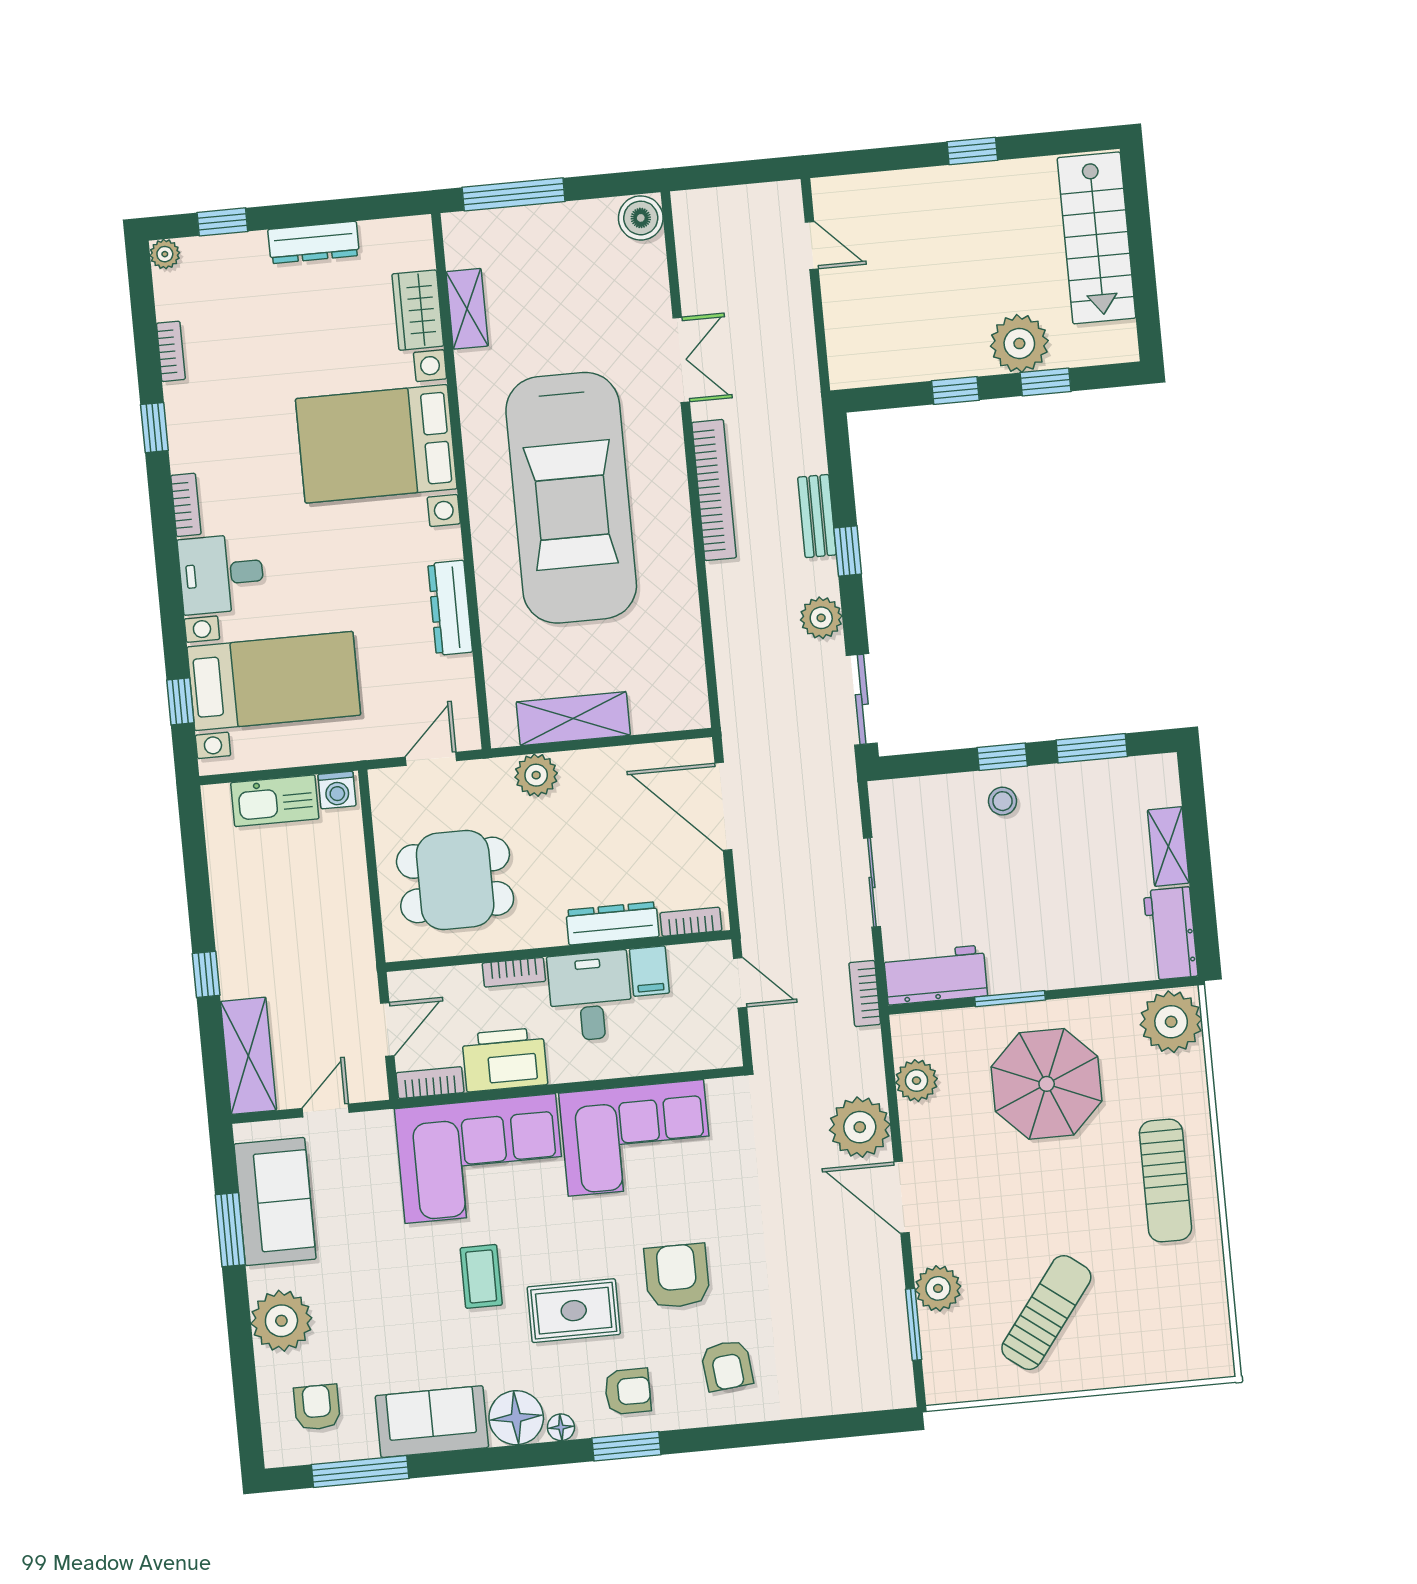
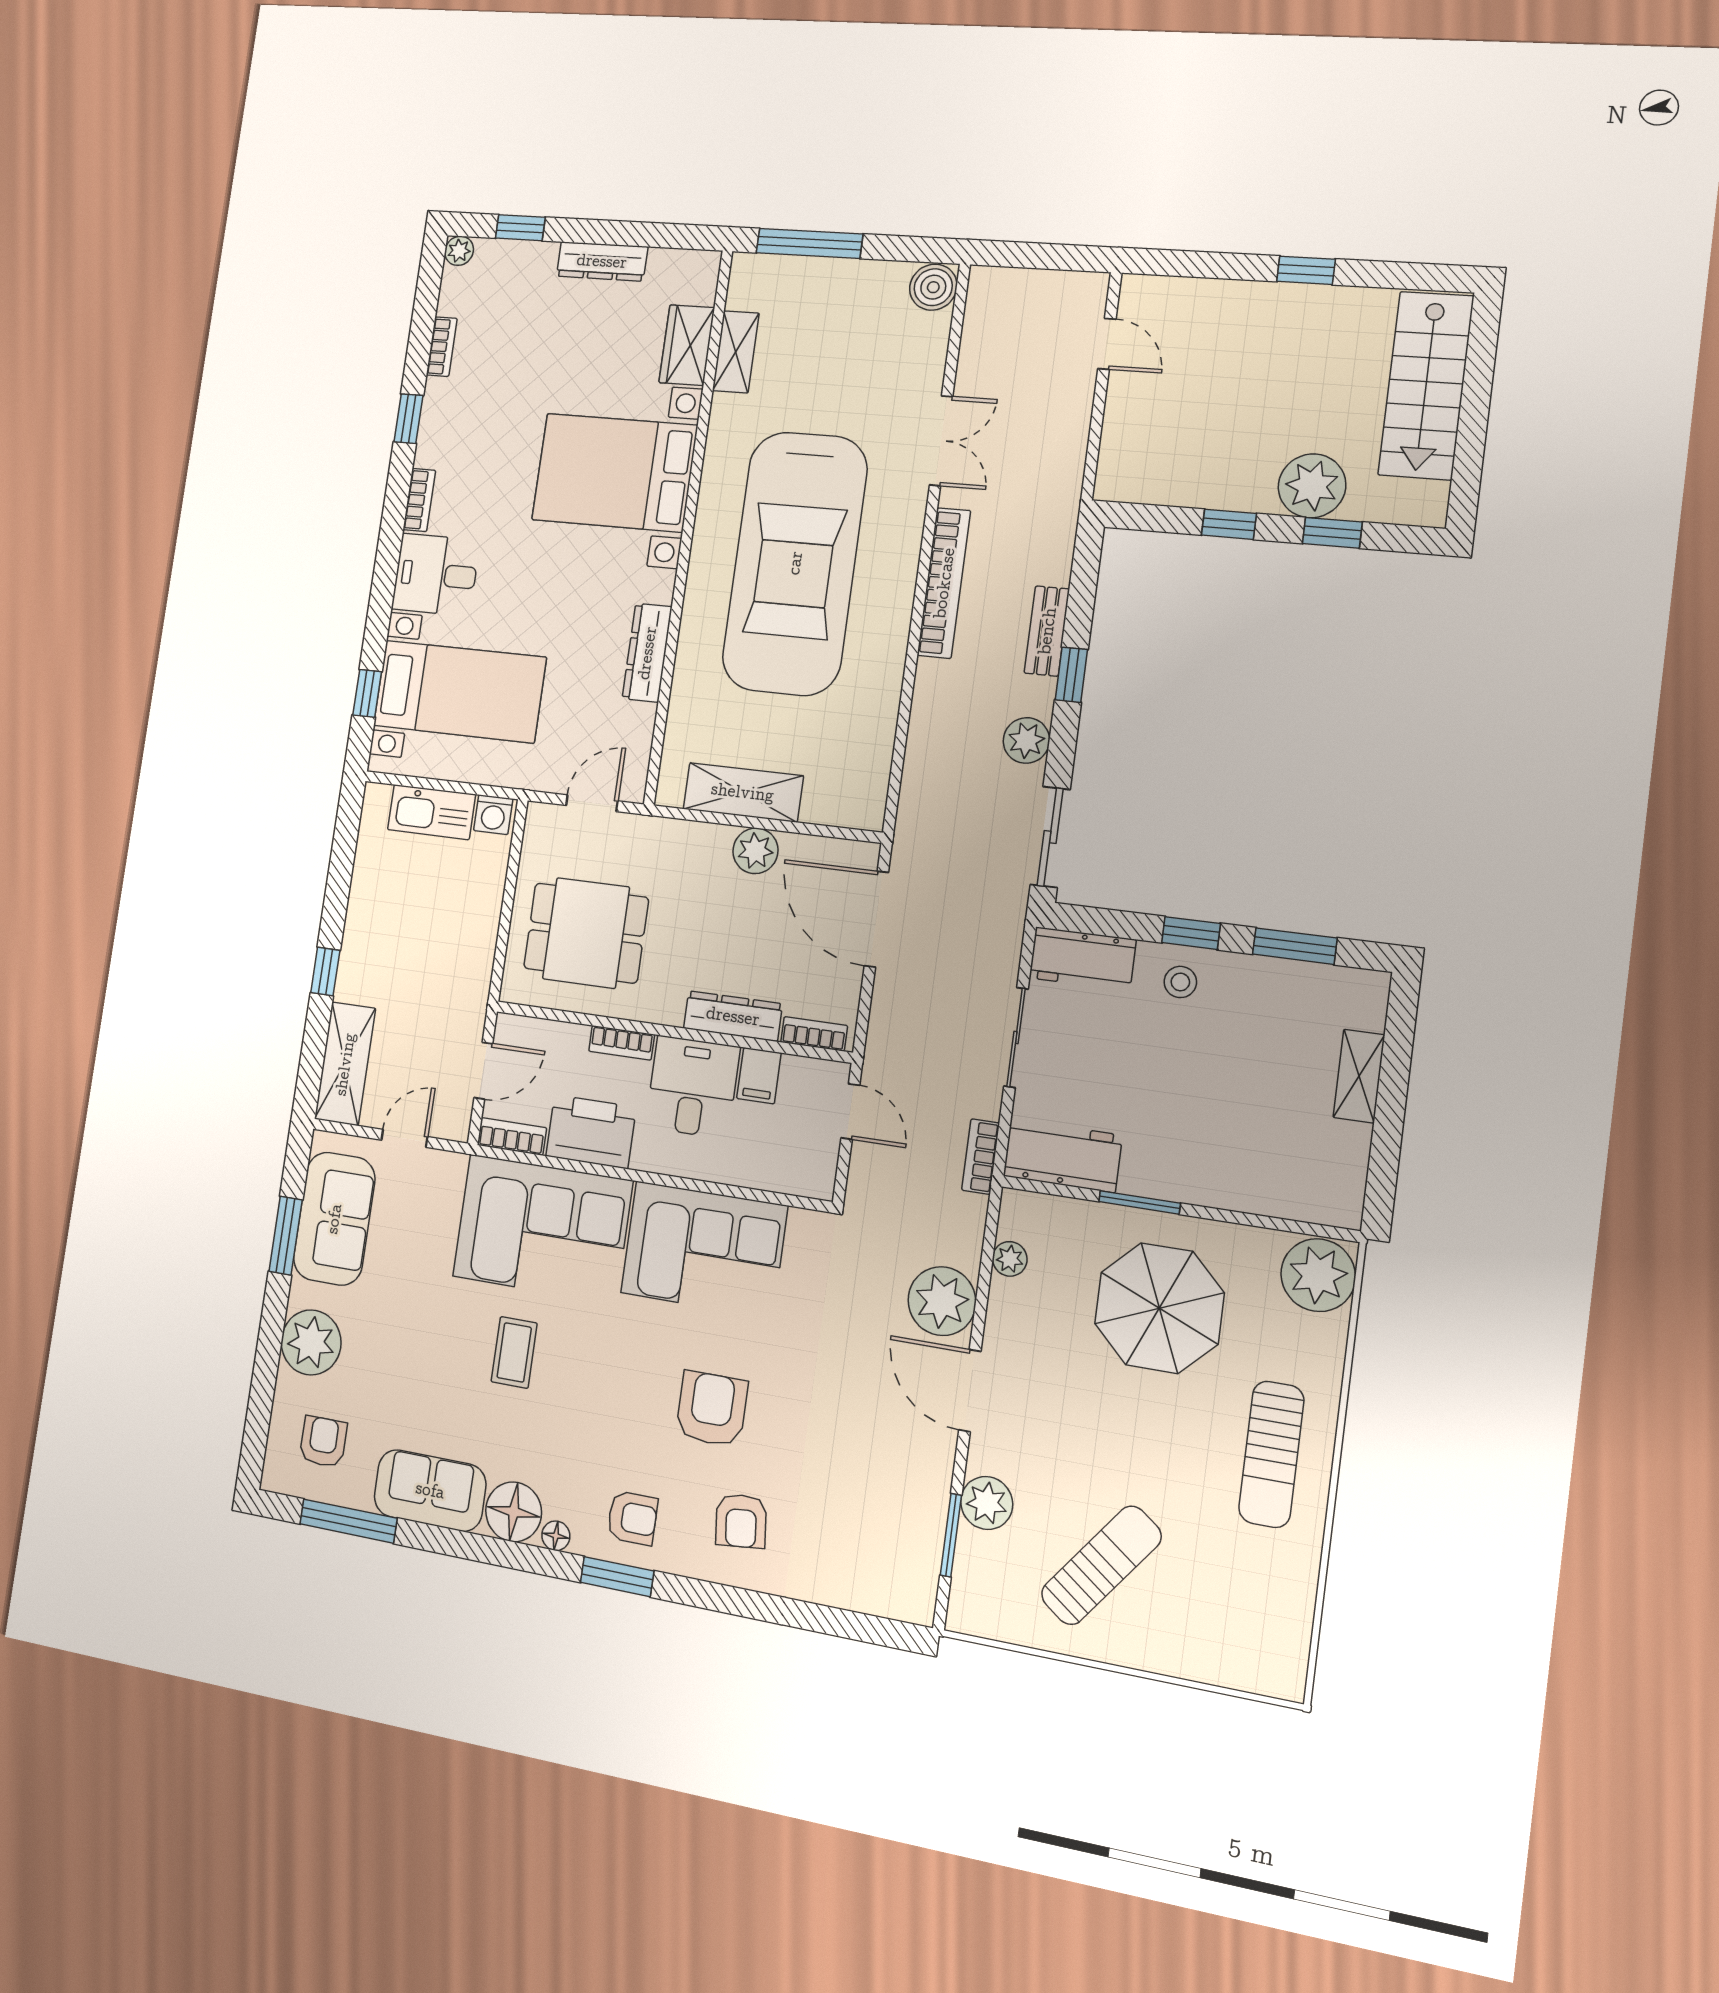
plant: (536, 775) -> (755, 851), moved
workbench: (1171, 933) -> (1083, 959), moved, turned -90
plant: (916, 1081) -> (1010, 1259), width x0.73, depth x0.73
rug: (574, 1311) -> (598, 1415), removed

